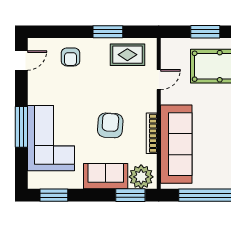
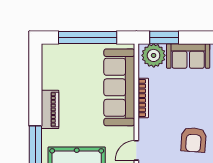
armchair: (110, 125) -> (194, 140), moved

